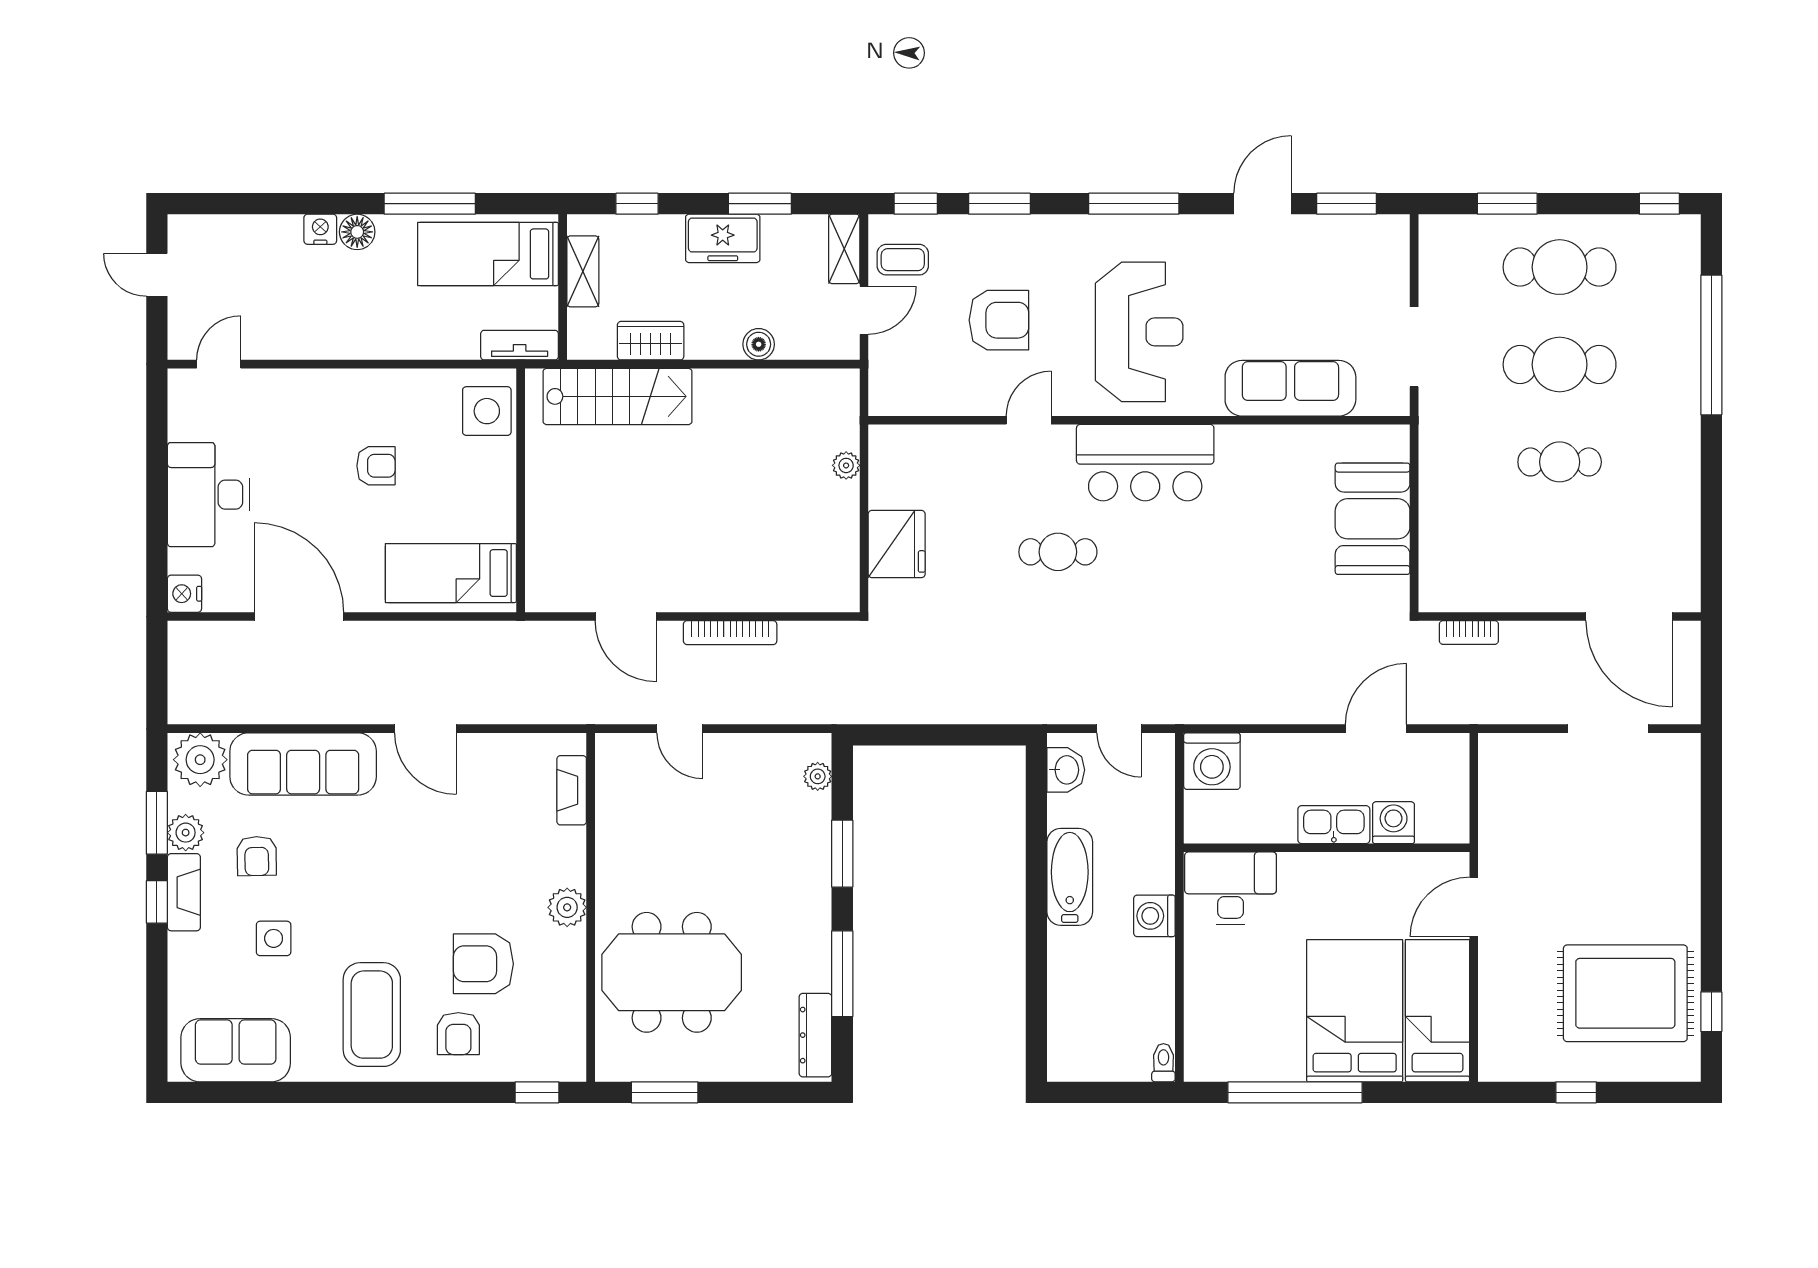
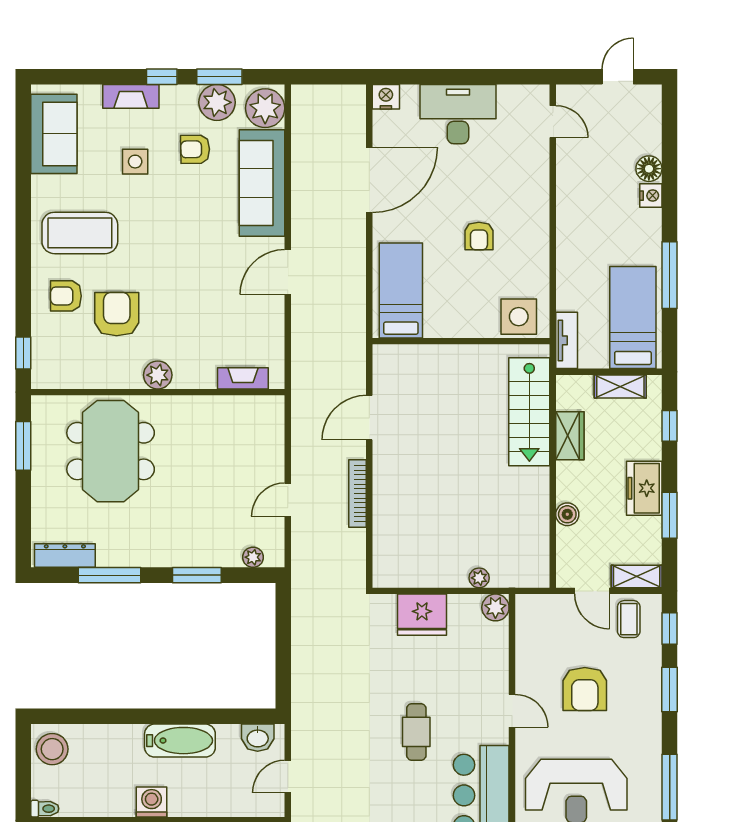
floor lamp: (357, 232) -> (649, 169), moved
plant: (887, 443) -> (495, 607), added
door: (680, 729) -> (288, 500), moved
plant: (186, 833) -> (217, 102), width x1.36, depth x1.36
fireplace: (184, 892) -> (131, 96), moved
stool: (1082, 1053) -> (52, 749), added

